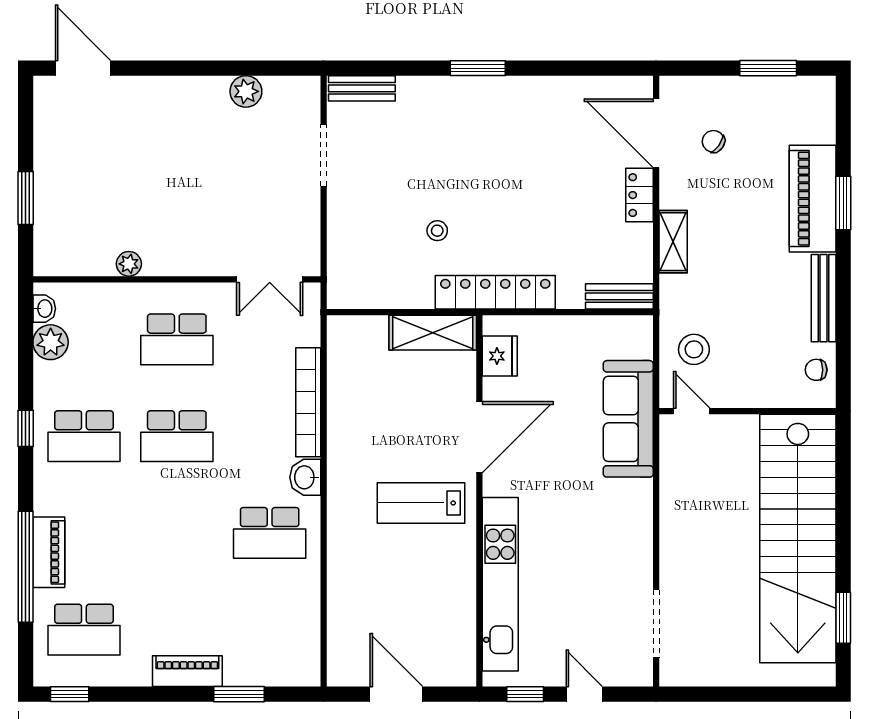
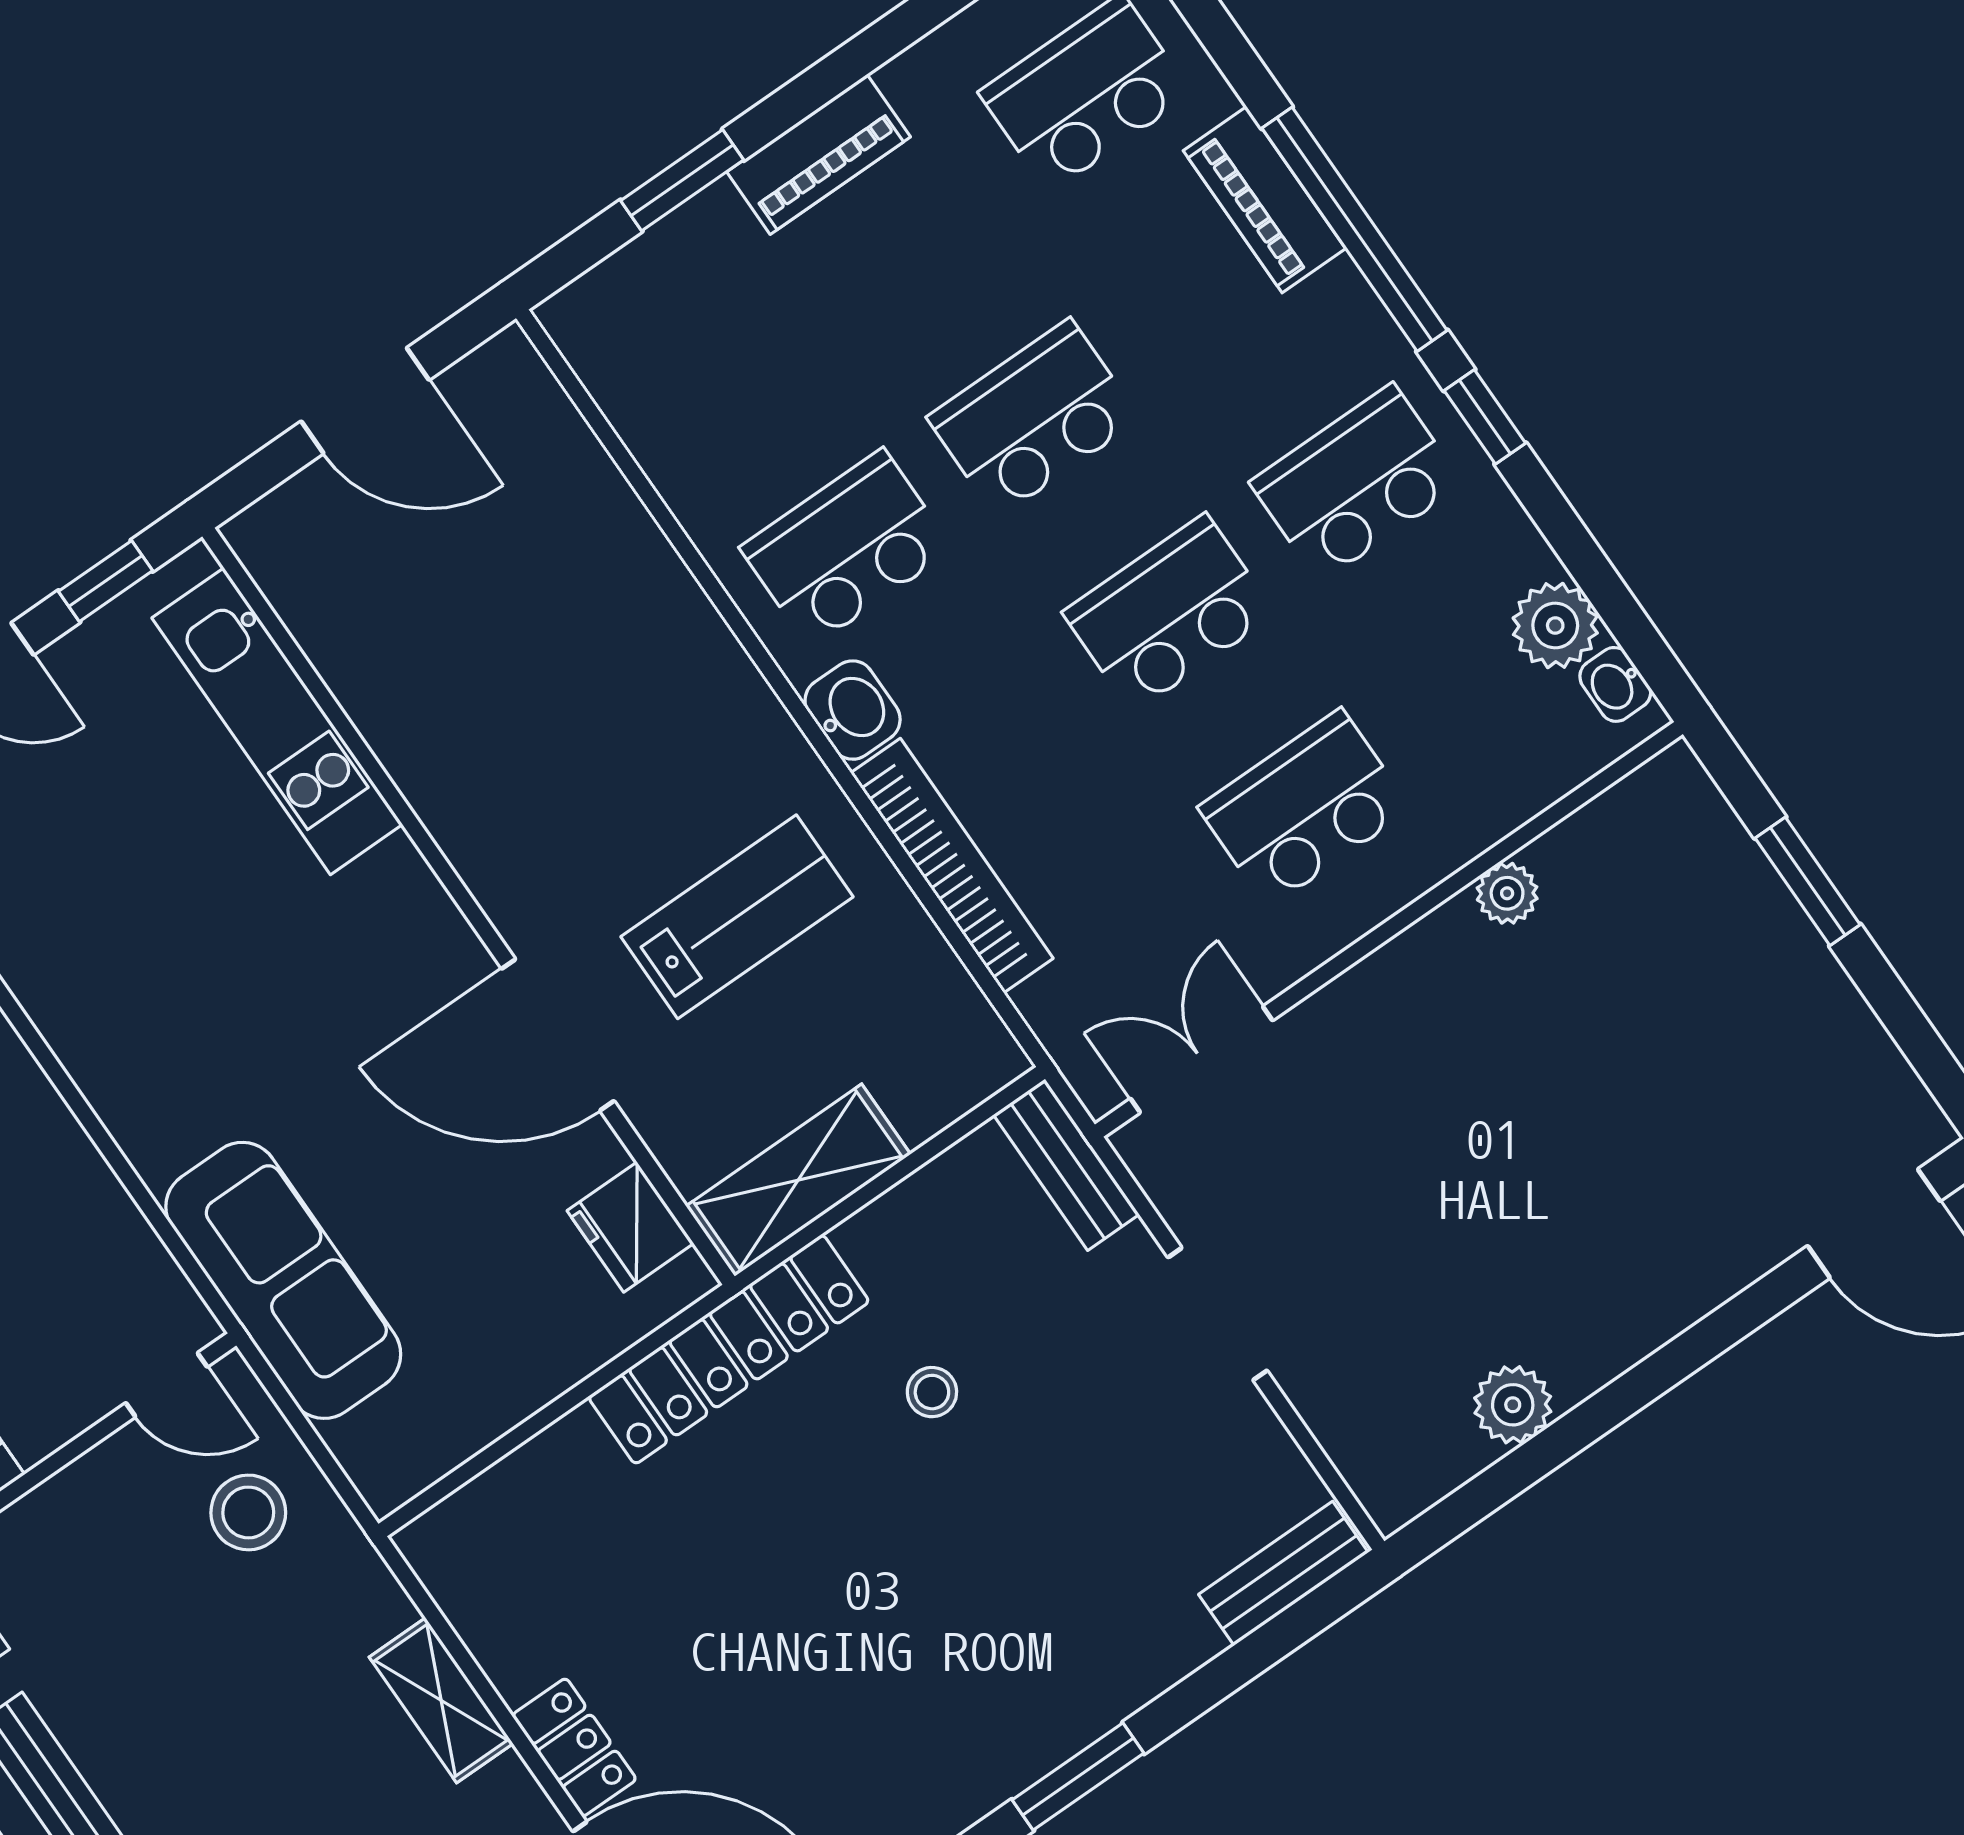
doorway: (324, 155) -> (1217, 1314), moved
bench: (619, 296) -> (1066, 1165), moved, turned 90
door: (479, 437) -> (558, 1035), hinge flipped
lab bench: (421, 503) -> (737, 917), moved
school desk: (177, 533) -> (1034, 418), added
window: (26, 567) -> (1355, 229), moved
kitchen unit: (500, 584) -> (277, 721), width x0.73

